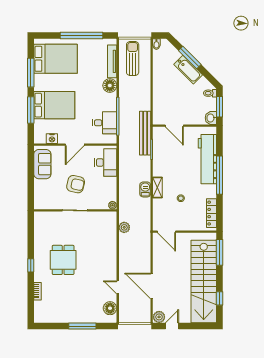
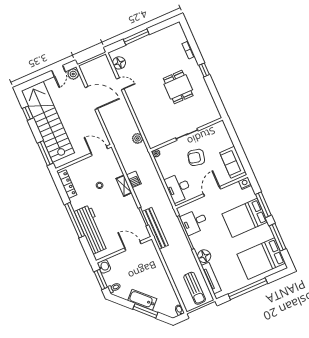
nightstand: (52, 139) -> (245, 183), moved

